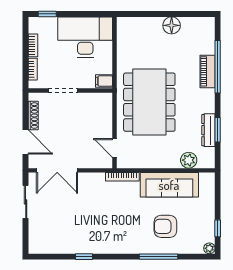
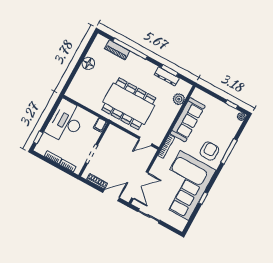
piano: (208, 71) -> (117, 50), moved
corner sofa: (87, 225) -> (184, 185), added
armchair: (165, 226) -> (209, 151), moved, turned 180

